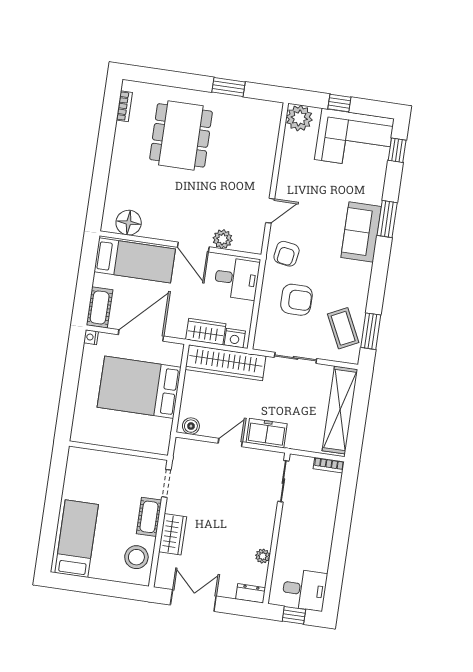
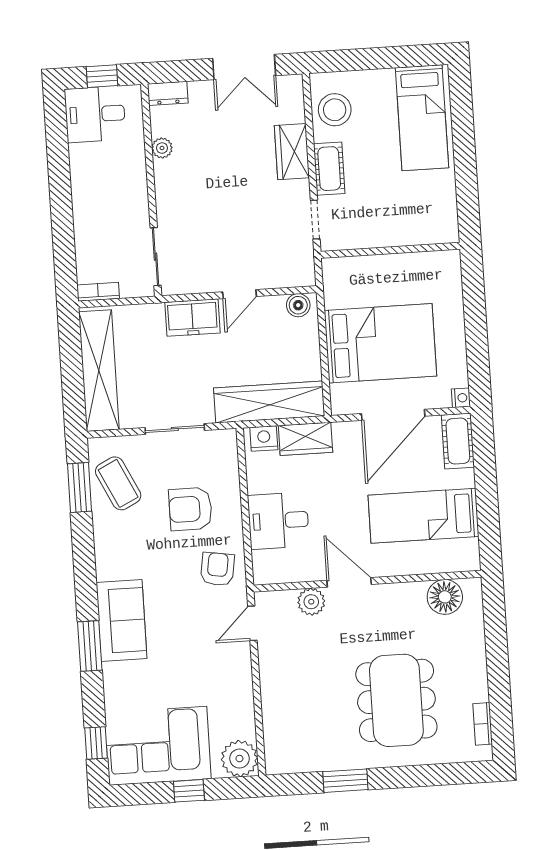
floor lamp: (129, 223) -> (445, 597), moved
plant: (223, 239) -> (311, 602), moved
wall: (180, 245) -> (367, 581), moved
door: (193, 247) -> (349, 582), moved

